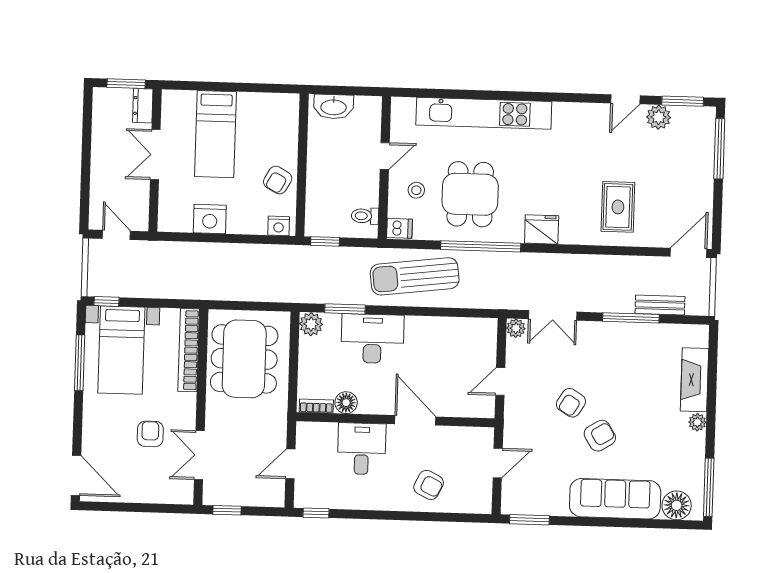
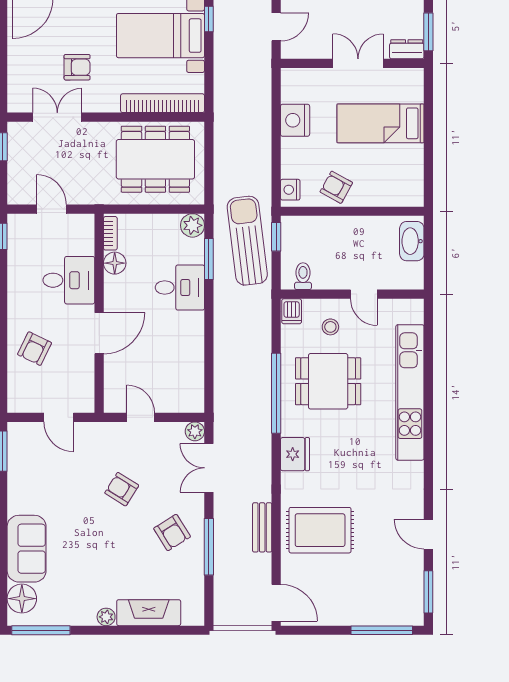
plant: (659, 117) -> (412, 568), removed
rug: (618, 207) -> (320, 530), width x1.36, depth x1.43
sun lounger: (415, 276) -> (247, 241), moved
bench: (660, 305) -> (262, 527), moved
desk: (372, 339) -> (180, 288), width x0.73
armchair: (600, 436) -> (172, 533), moved
sofa: (615, 499) -> (27, 549), width x0.73

